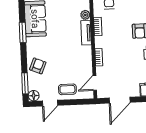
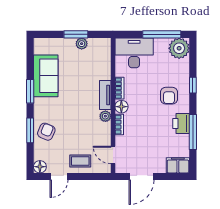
plant: (85, 15) -> (105, 116), moved
floor lamp: (100, 42) -> (121, 107), added
window: (25, 83) -> (30, 130), moved
door: (95, 83) -> (113, 155), hinge flipped

